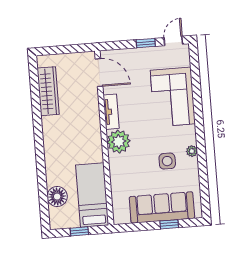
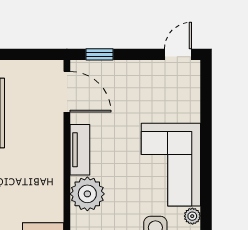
window: (146, 43) -> (99, 54), moved
corner sofa: (173, 97) -> (171, 165), moved

